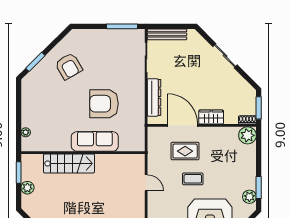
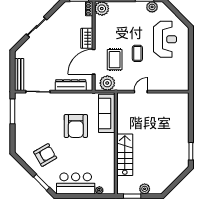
bar counter: (34, 103) -> (76, 183), added
sofa: (95, 141) -> (107, 113), moved
plant: (157, 142) -> (107, 83), added

